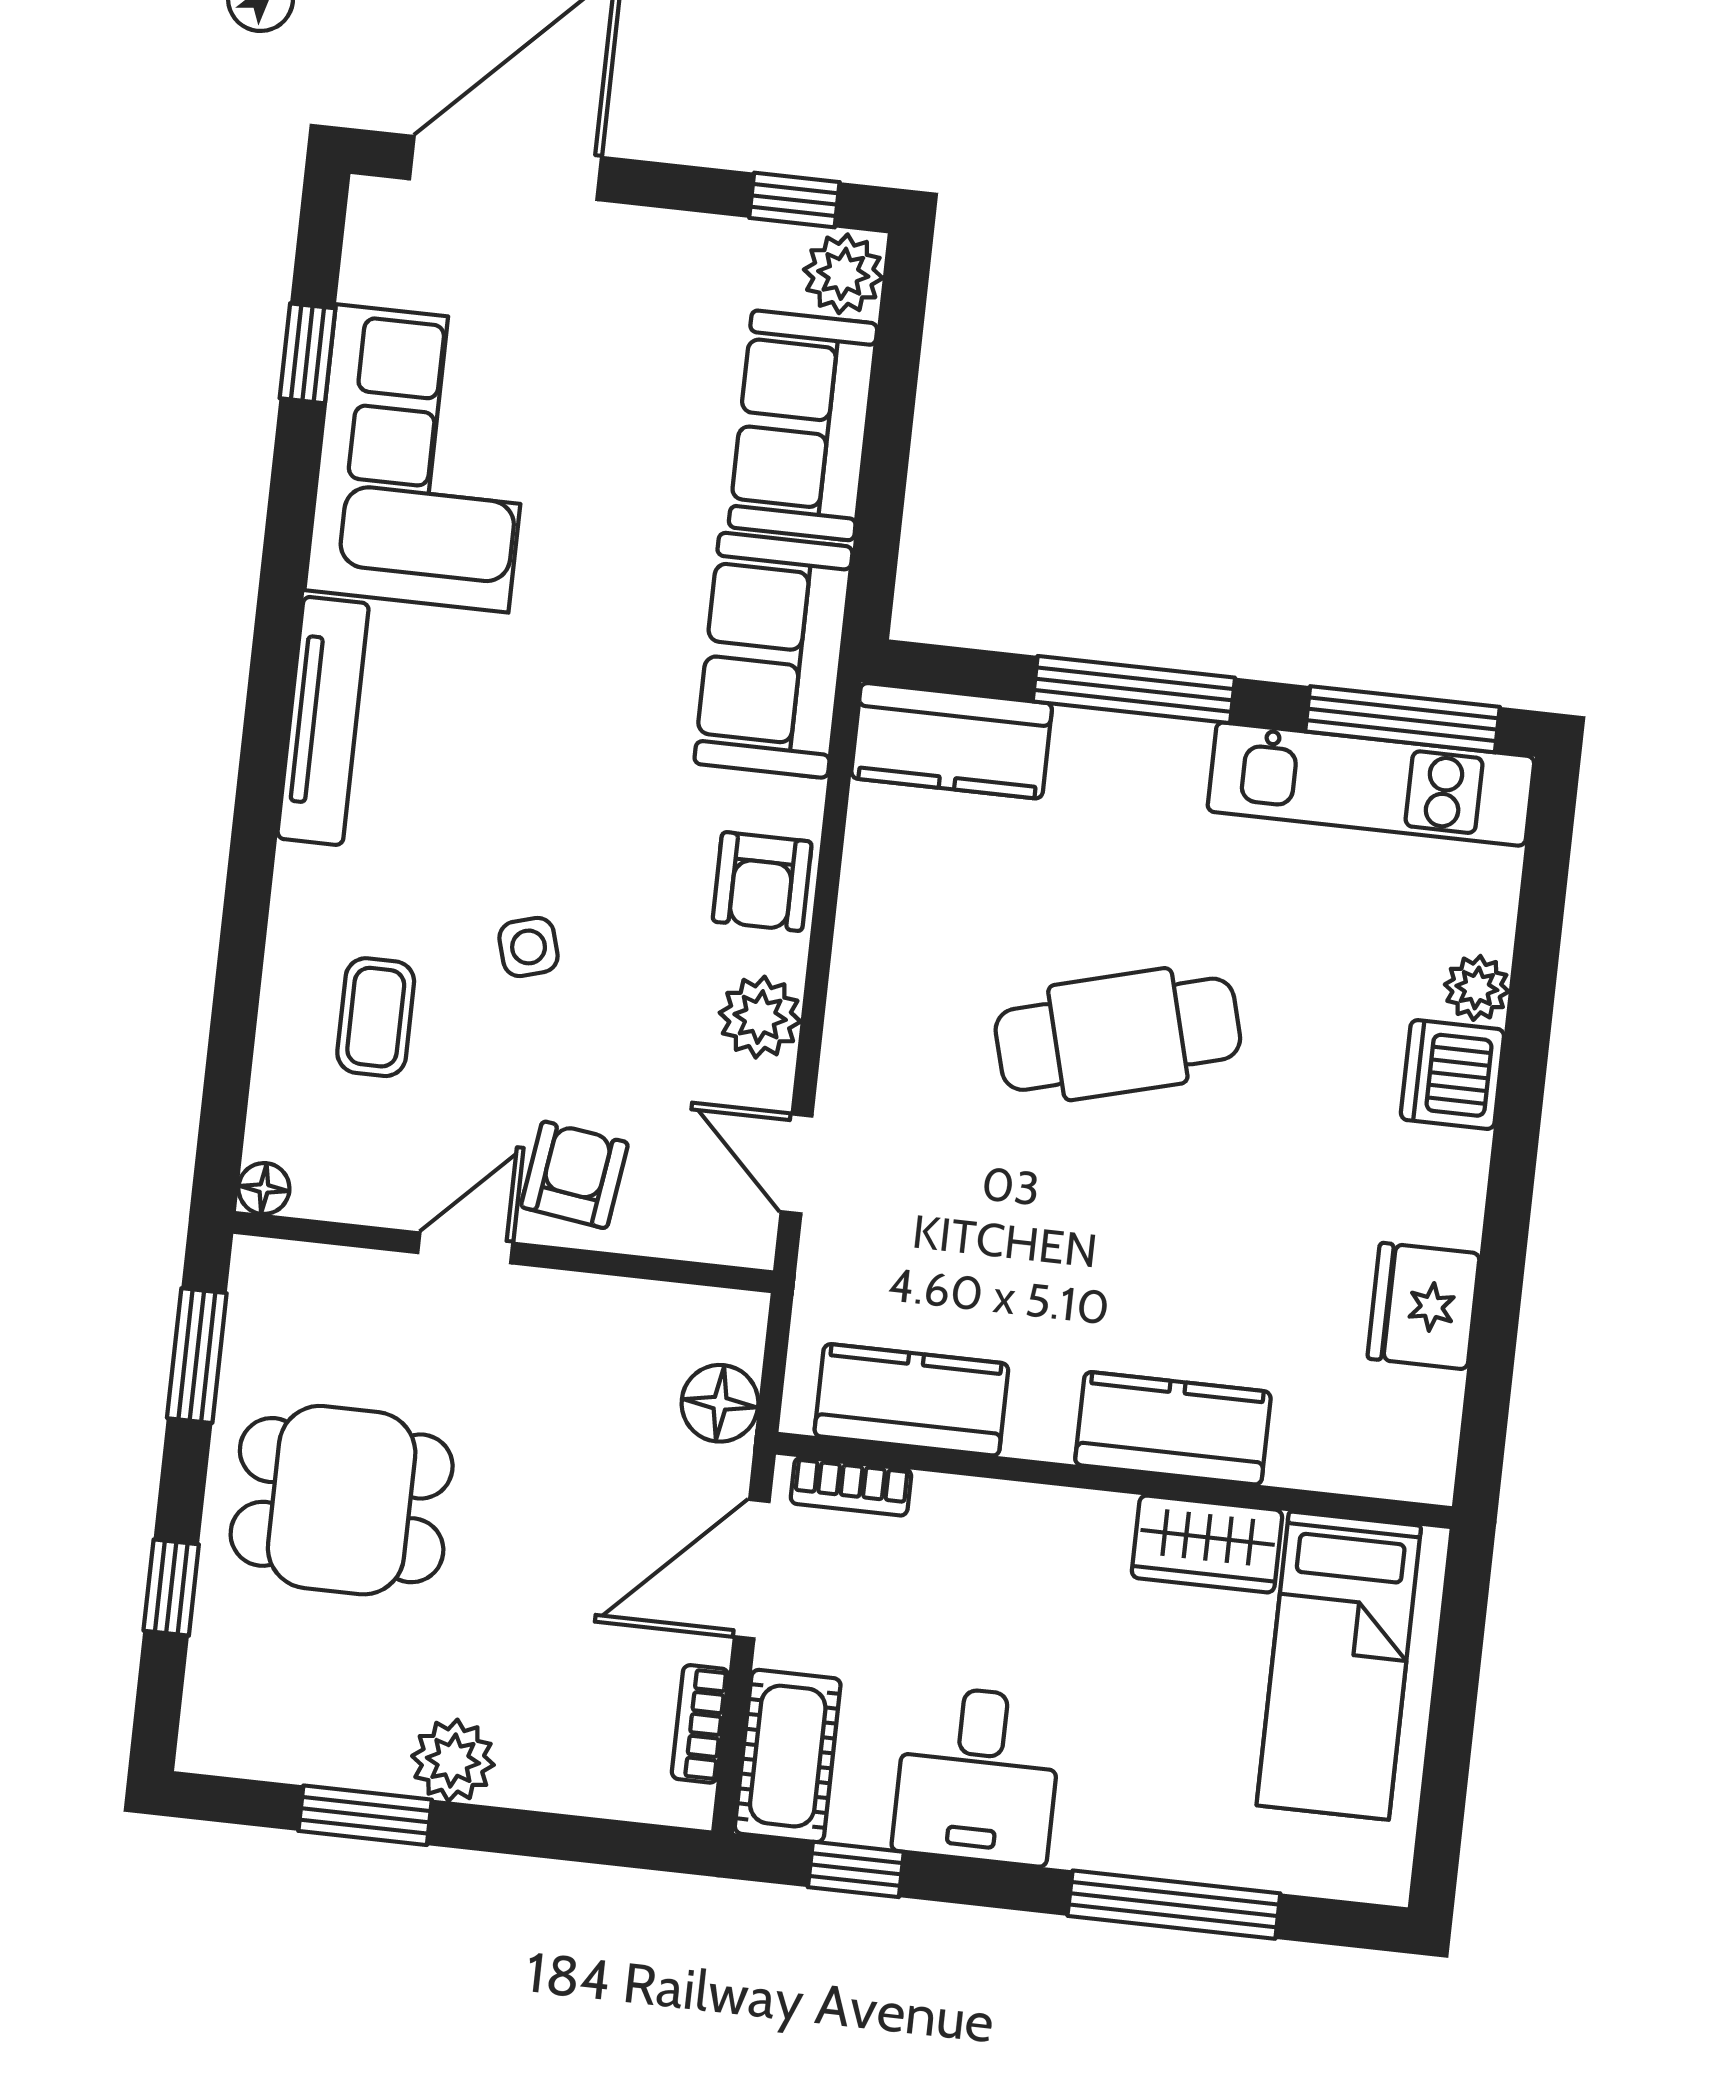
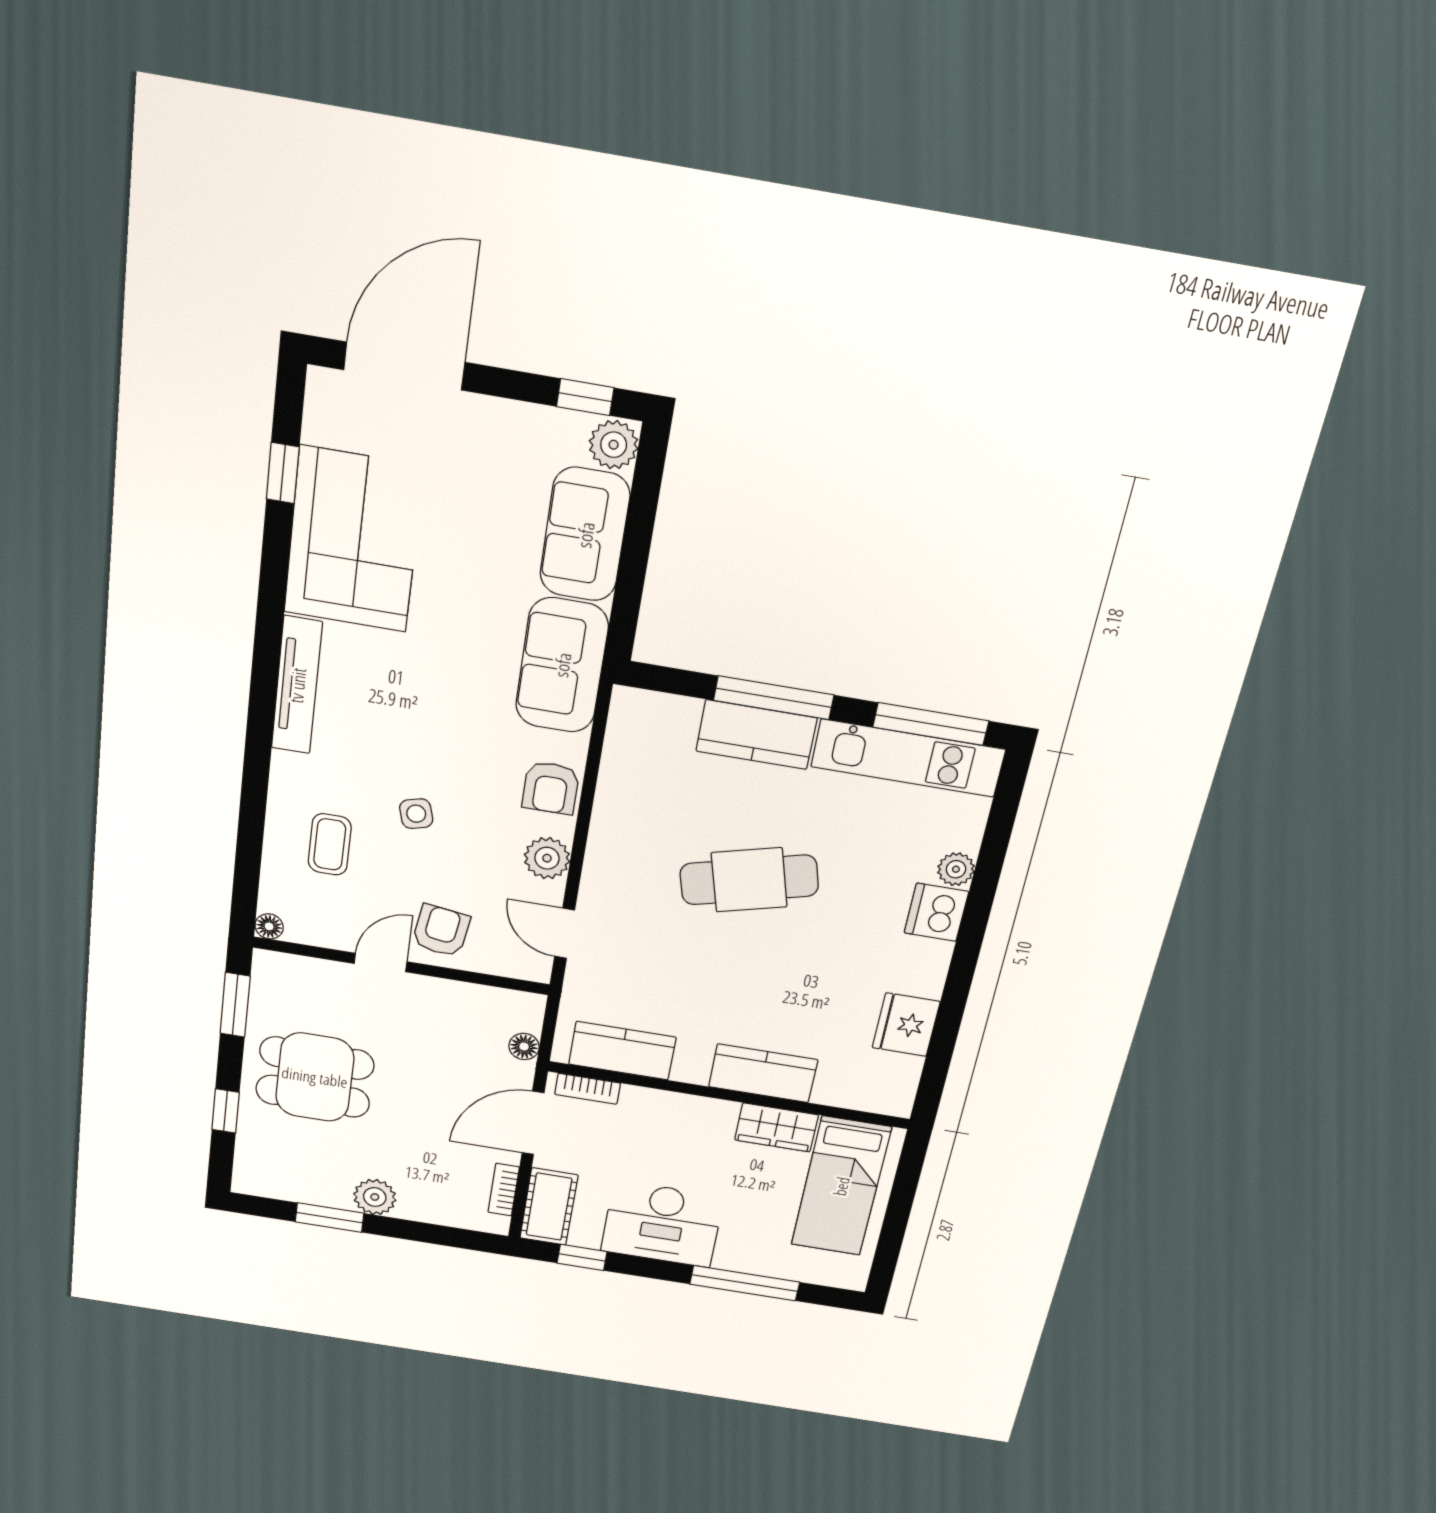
kitchen counter: (952, 741) -> (756, 735), moved
floor lamp: (720, 1403) -> (524, 1047), width x0.73, depth x0.73
desk: (978, 1775) -> (662, 1224), width x1.37

